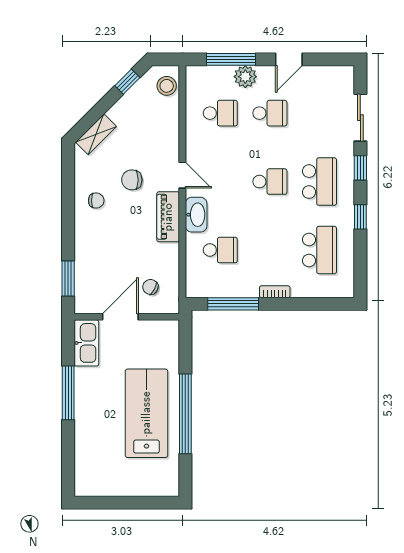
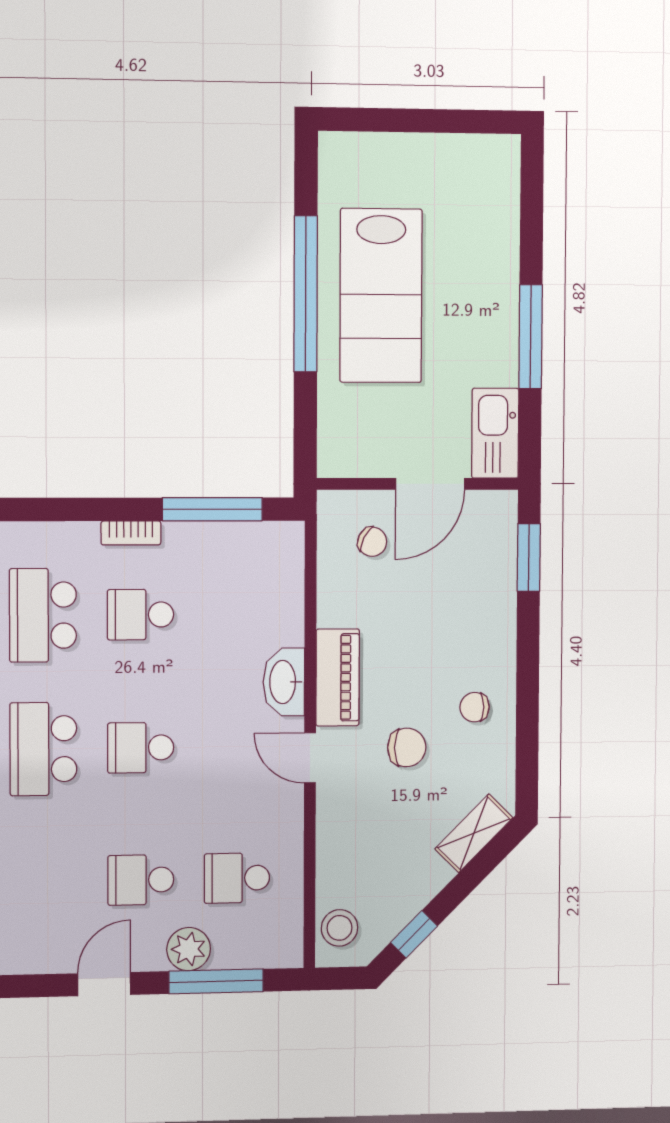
school desk: (220, 250) -> (141, 615), moved

